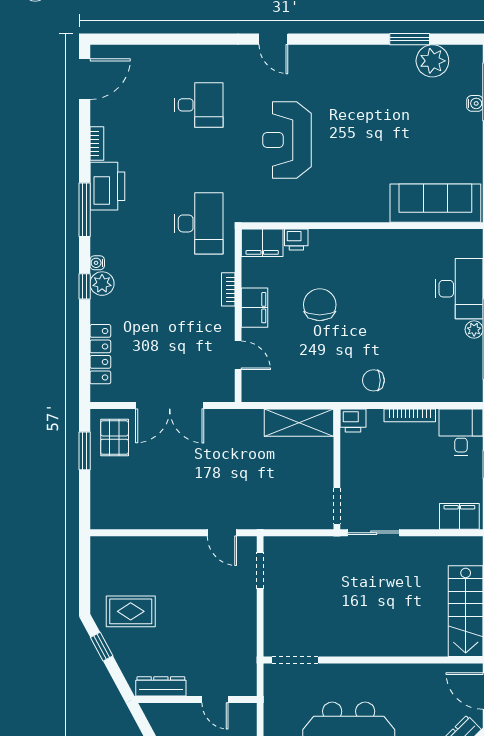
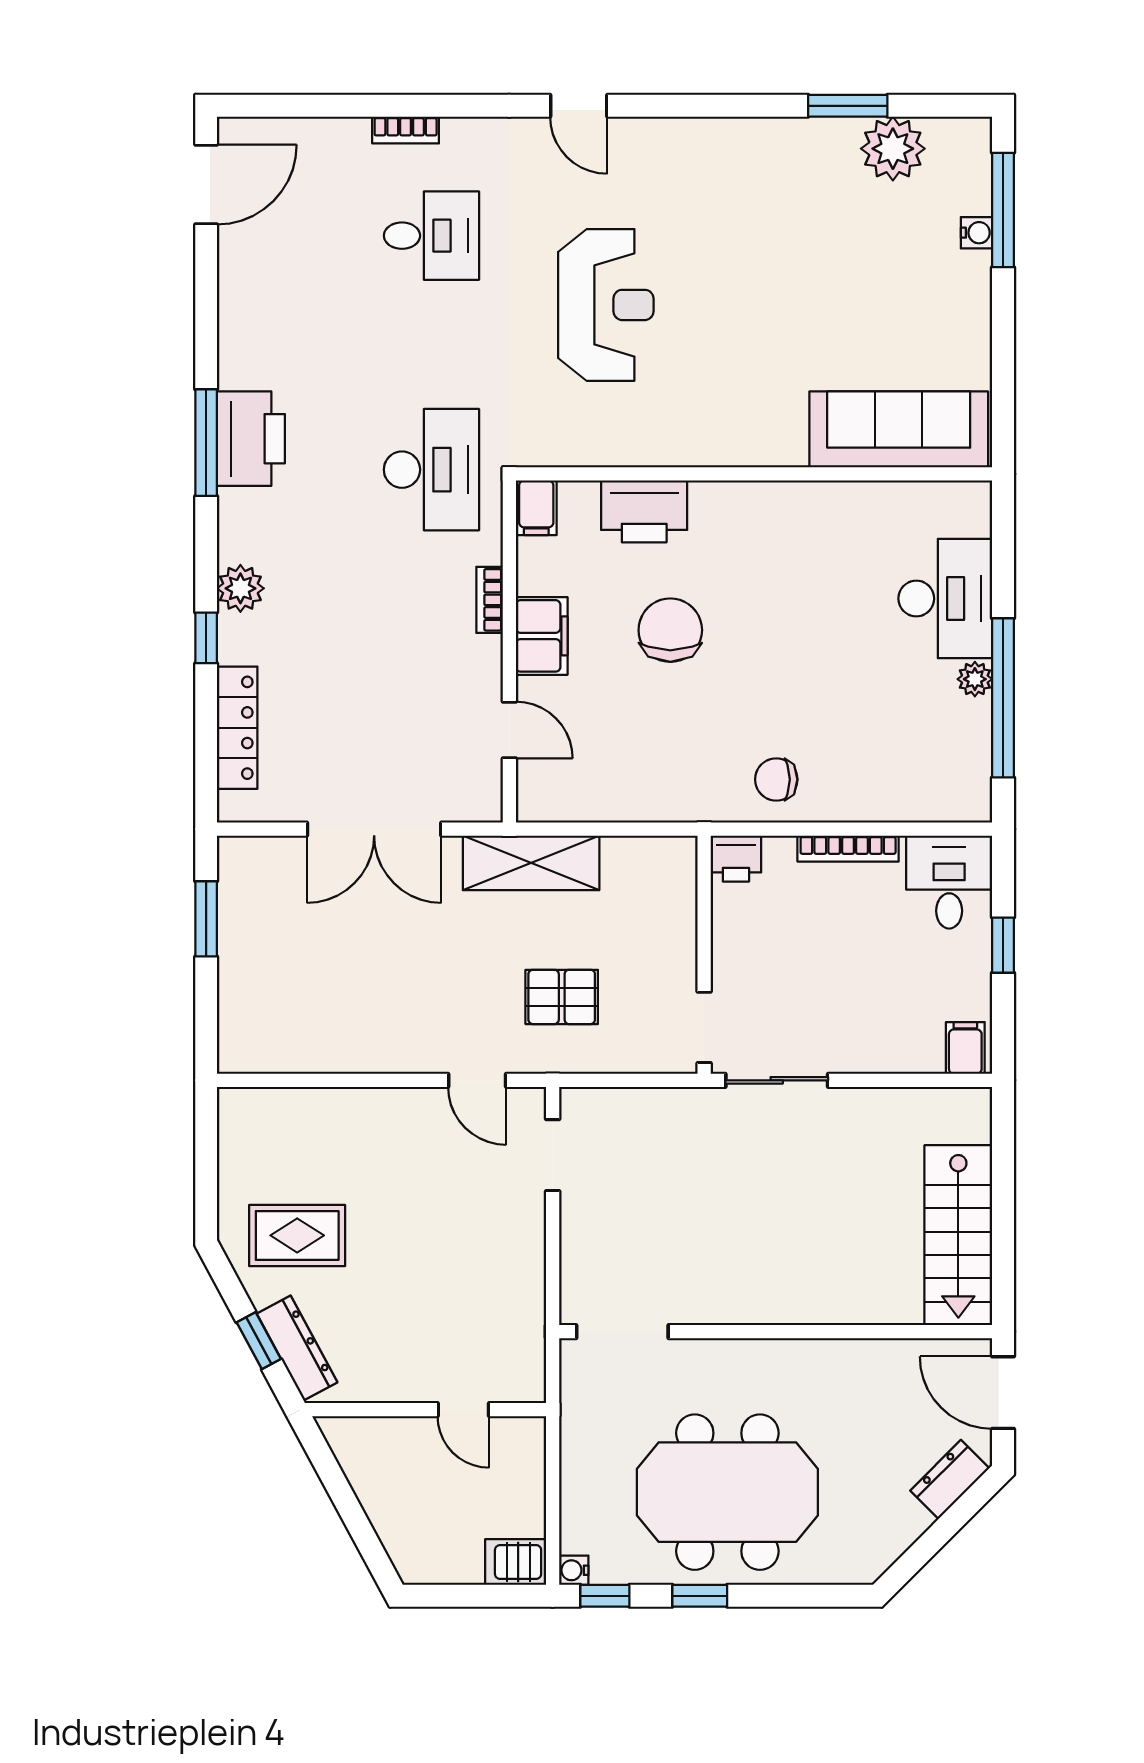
reception desk: (287, 140) -> (606, 305), turned 180
bookcase: (97, 144) -> (406, 130), moved, turned 90
printer: (107, 186) -> (251, 439), moved
printer: (296, 240) -> (644, 511), width x1.87, depth x1.48
filing cabinet: (262, 243) -> (536, 508), width x0.50
water cooler: (97, 263) -> (231, 547), removed
window: (85, 286) -> (206, 638), moved
shelving: (299, 423) -> (531, 863), moved
pallet: (115, 438) -> (562, 997), moved, turned 90
filing cabinet: (459, 516) -> (965, 1048), width x0.50
window: (102, 647) -> (259, 1341), moved
dresser: (161, 686) -> (297, 1348), moved, turned 62

